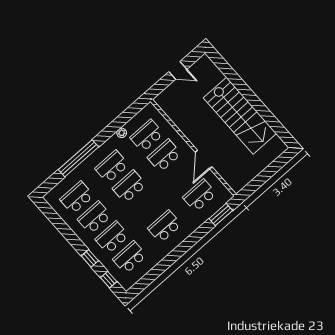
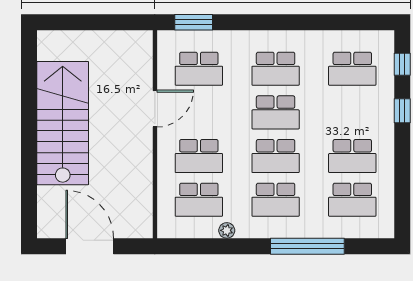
door: (178, 70) -> (90, 246), width x1.87
school desk: (112, 237) -> (276, 112), moved

